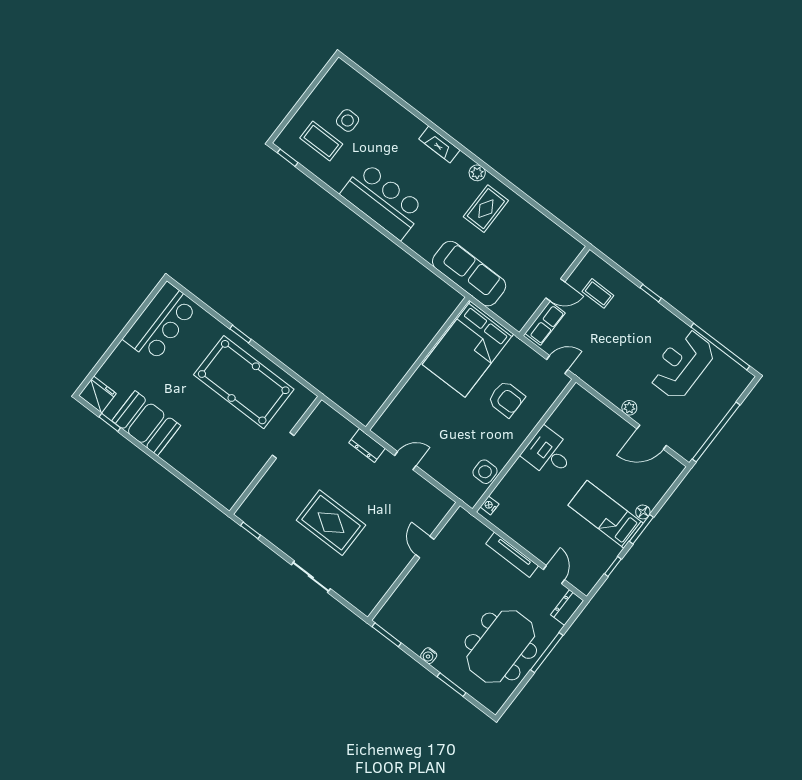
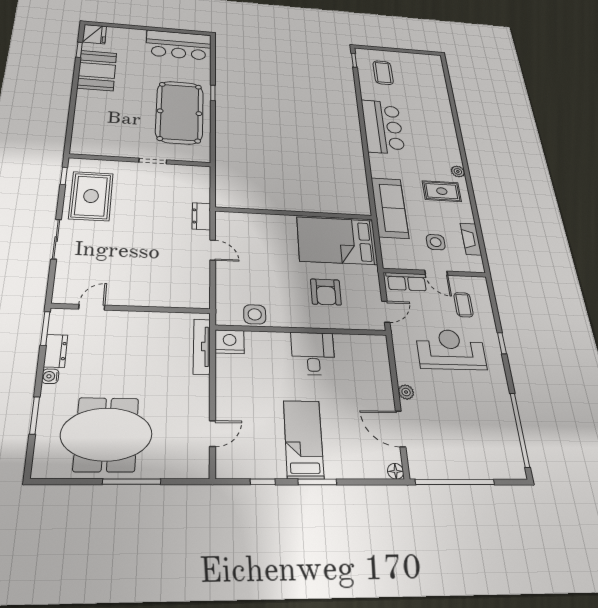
side table: (348, 120) -> (436, 242), moved
fireplace: (439, 144) -> (471, 239), moved
reception desk: (682, 364) -> (451, 349), moved
door: (557, 365) -> (386, 312), hinge flipped
nightstand: (489, 505) -> (230, 342), width x1.89, depth x1.79
floor lamp: (643, 512) -> (396, 471), moved
rug: (331, 523) -> (91, 196), moved
door: (425, 547) -> (92, 307), moved
tv unit: (512, 555) -> (202, 346), moved
dresser: (567, 608) -> (56, 351), moved, turned 90

